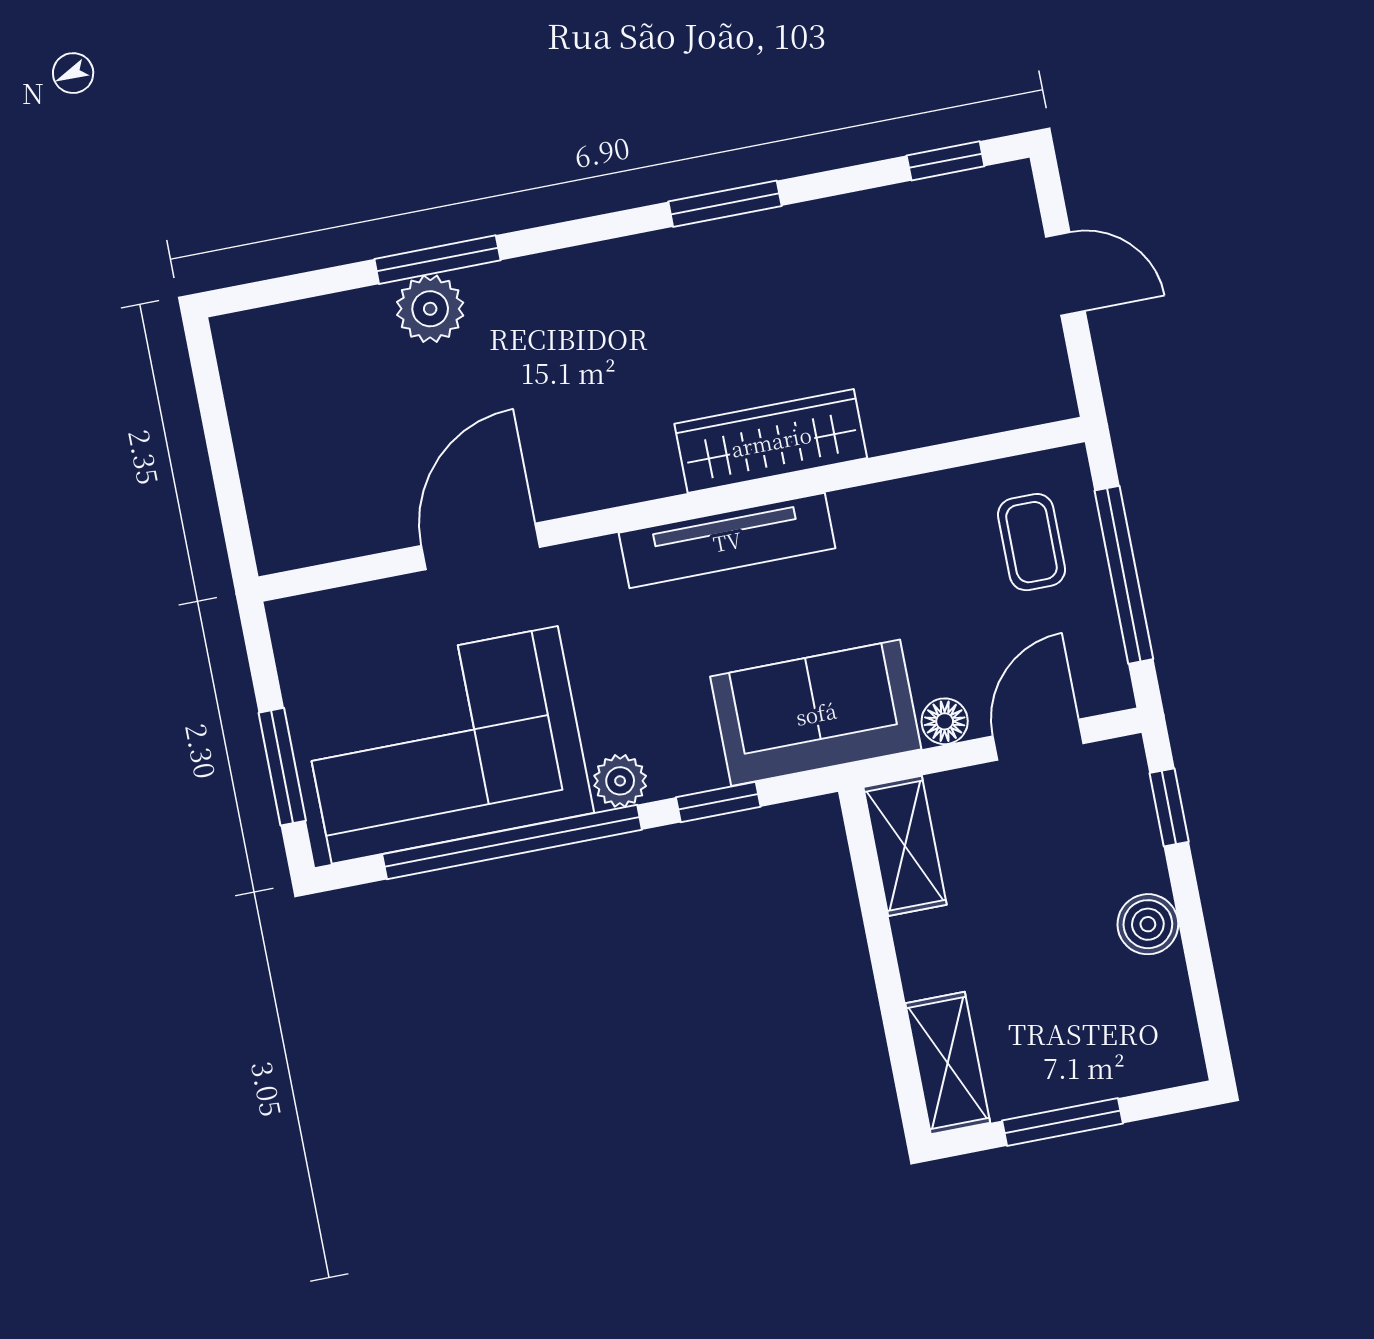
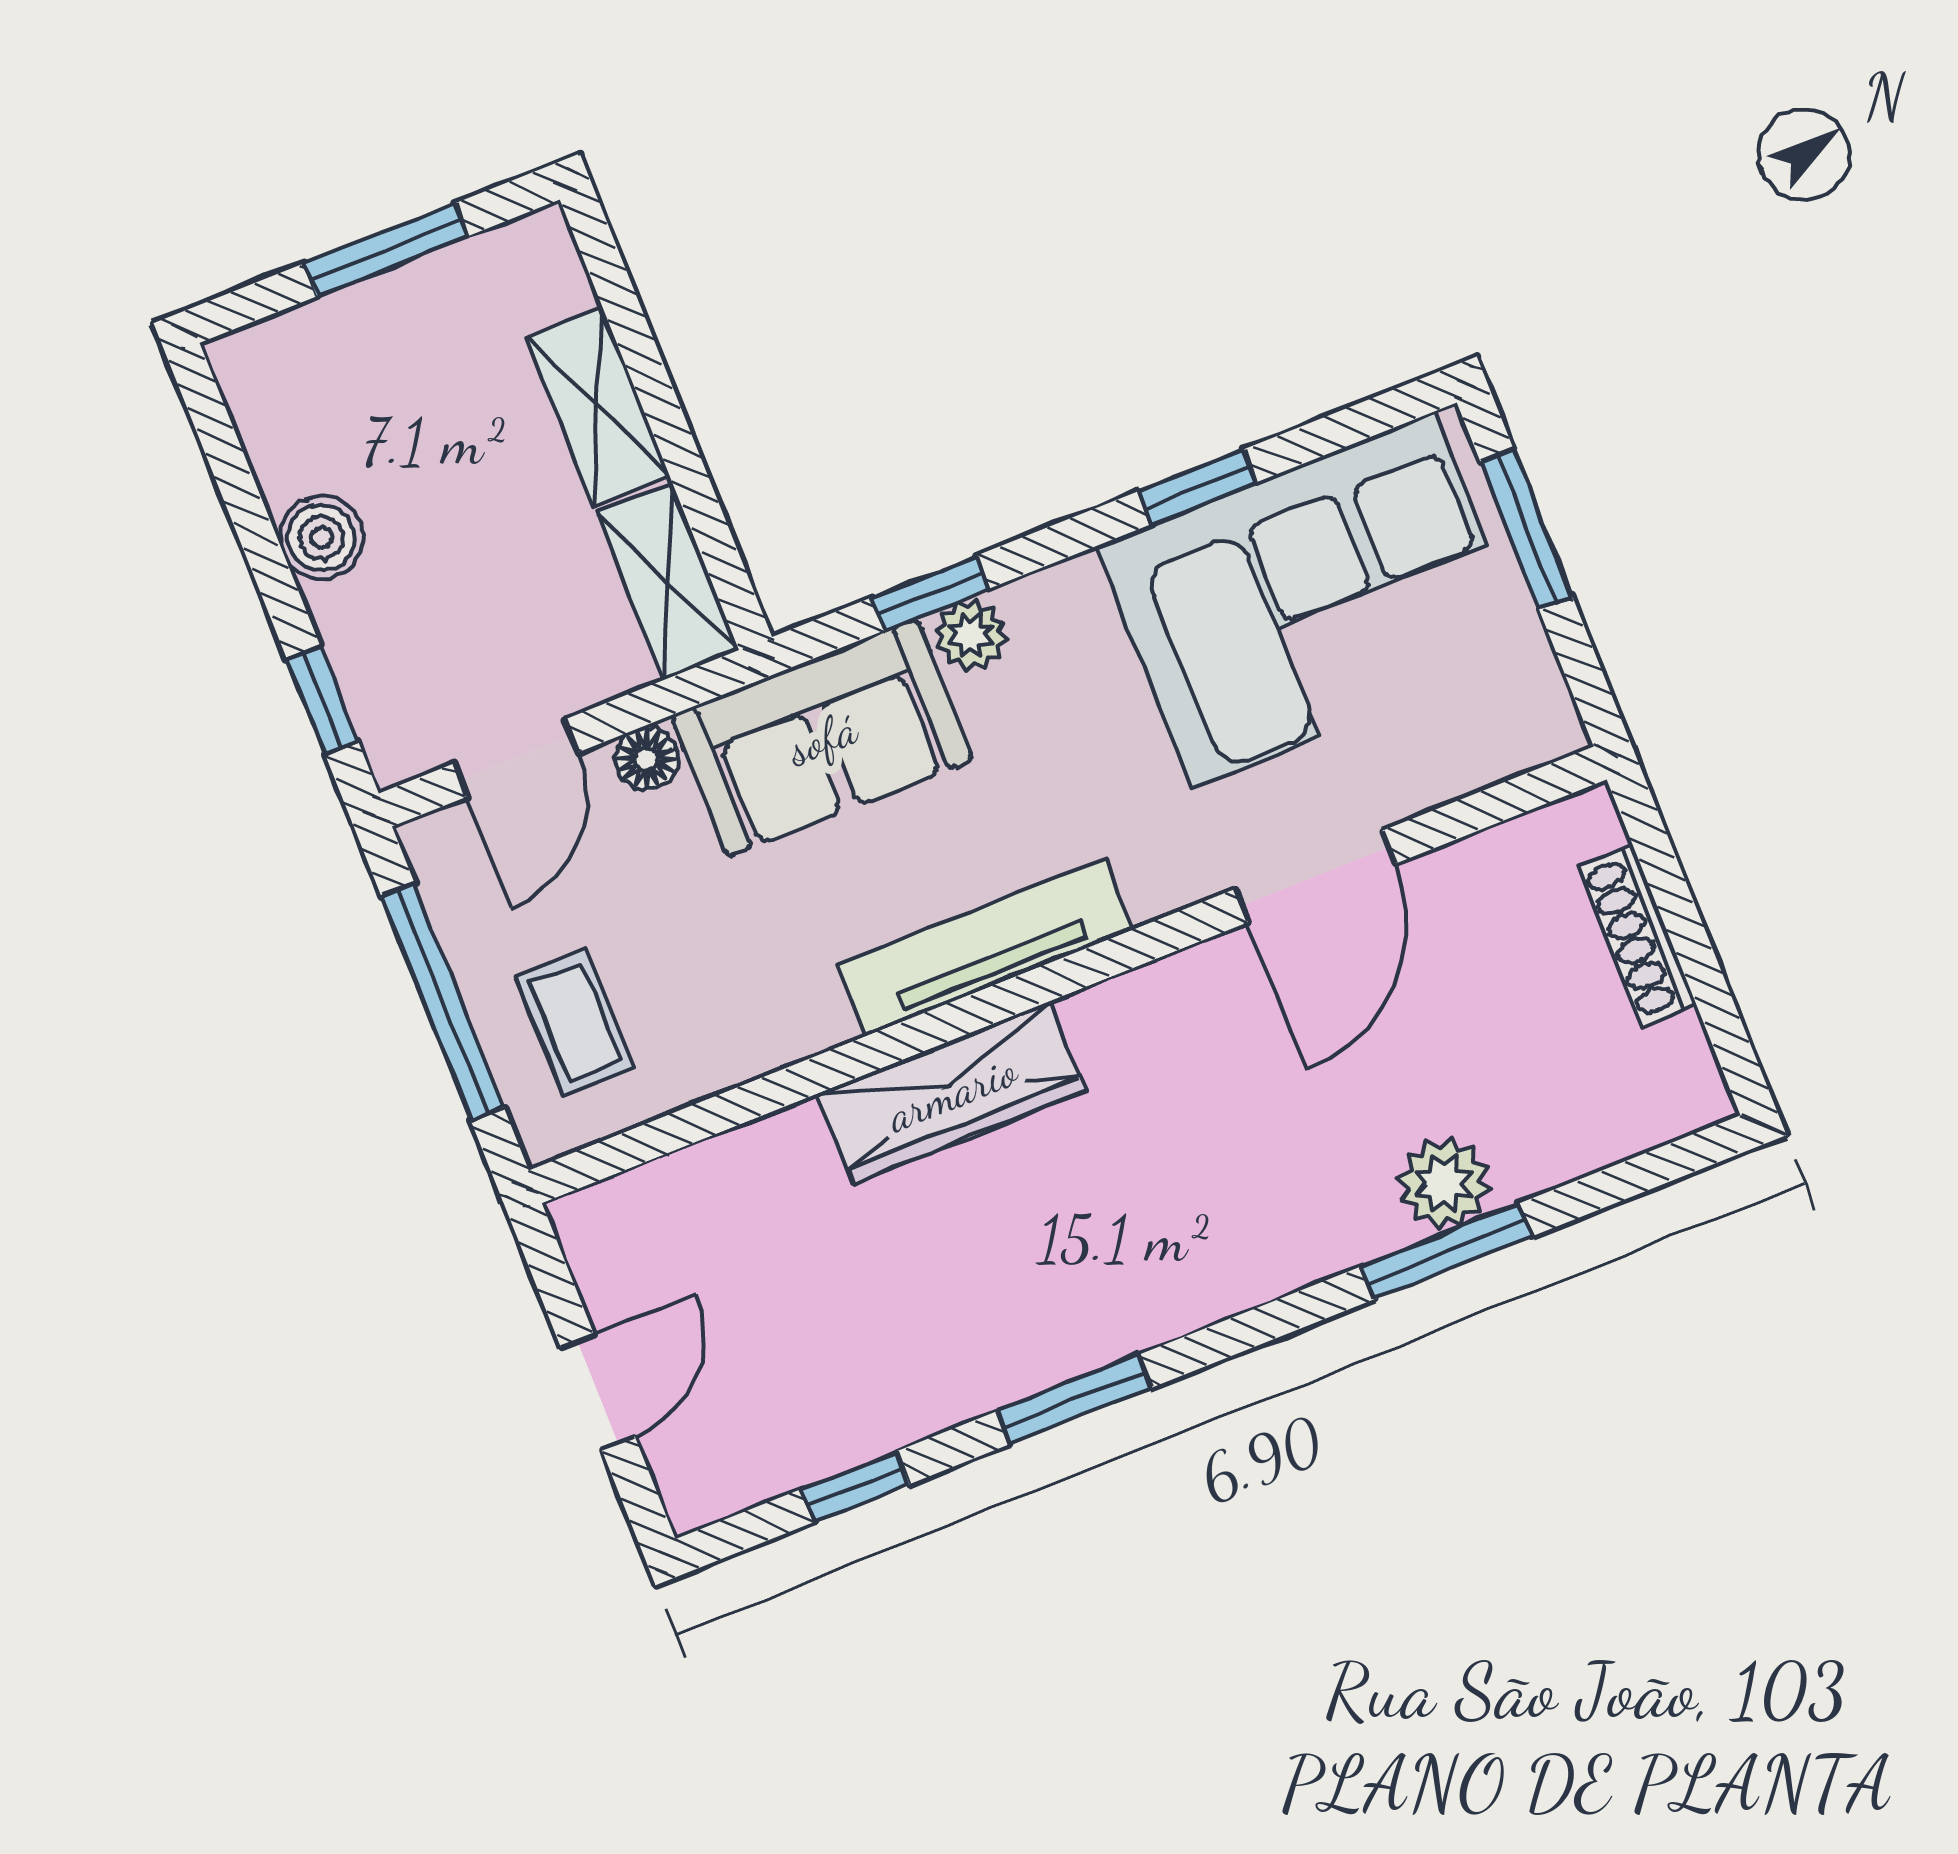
window: (946, 161) -> (856, 1486), moved
door: (1065, 274) -> (598, 1392), swing flipped
shoe rack: (258, 460) -> (1637, 936), added
plant: (620, 781) -> (971, 635), moved
window: (512, 842) -> (1198, 487), width x0.32
shelving: (948, 1063) -> (598, 406), moved

